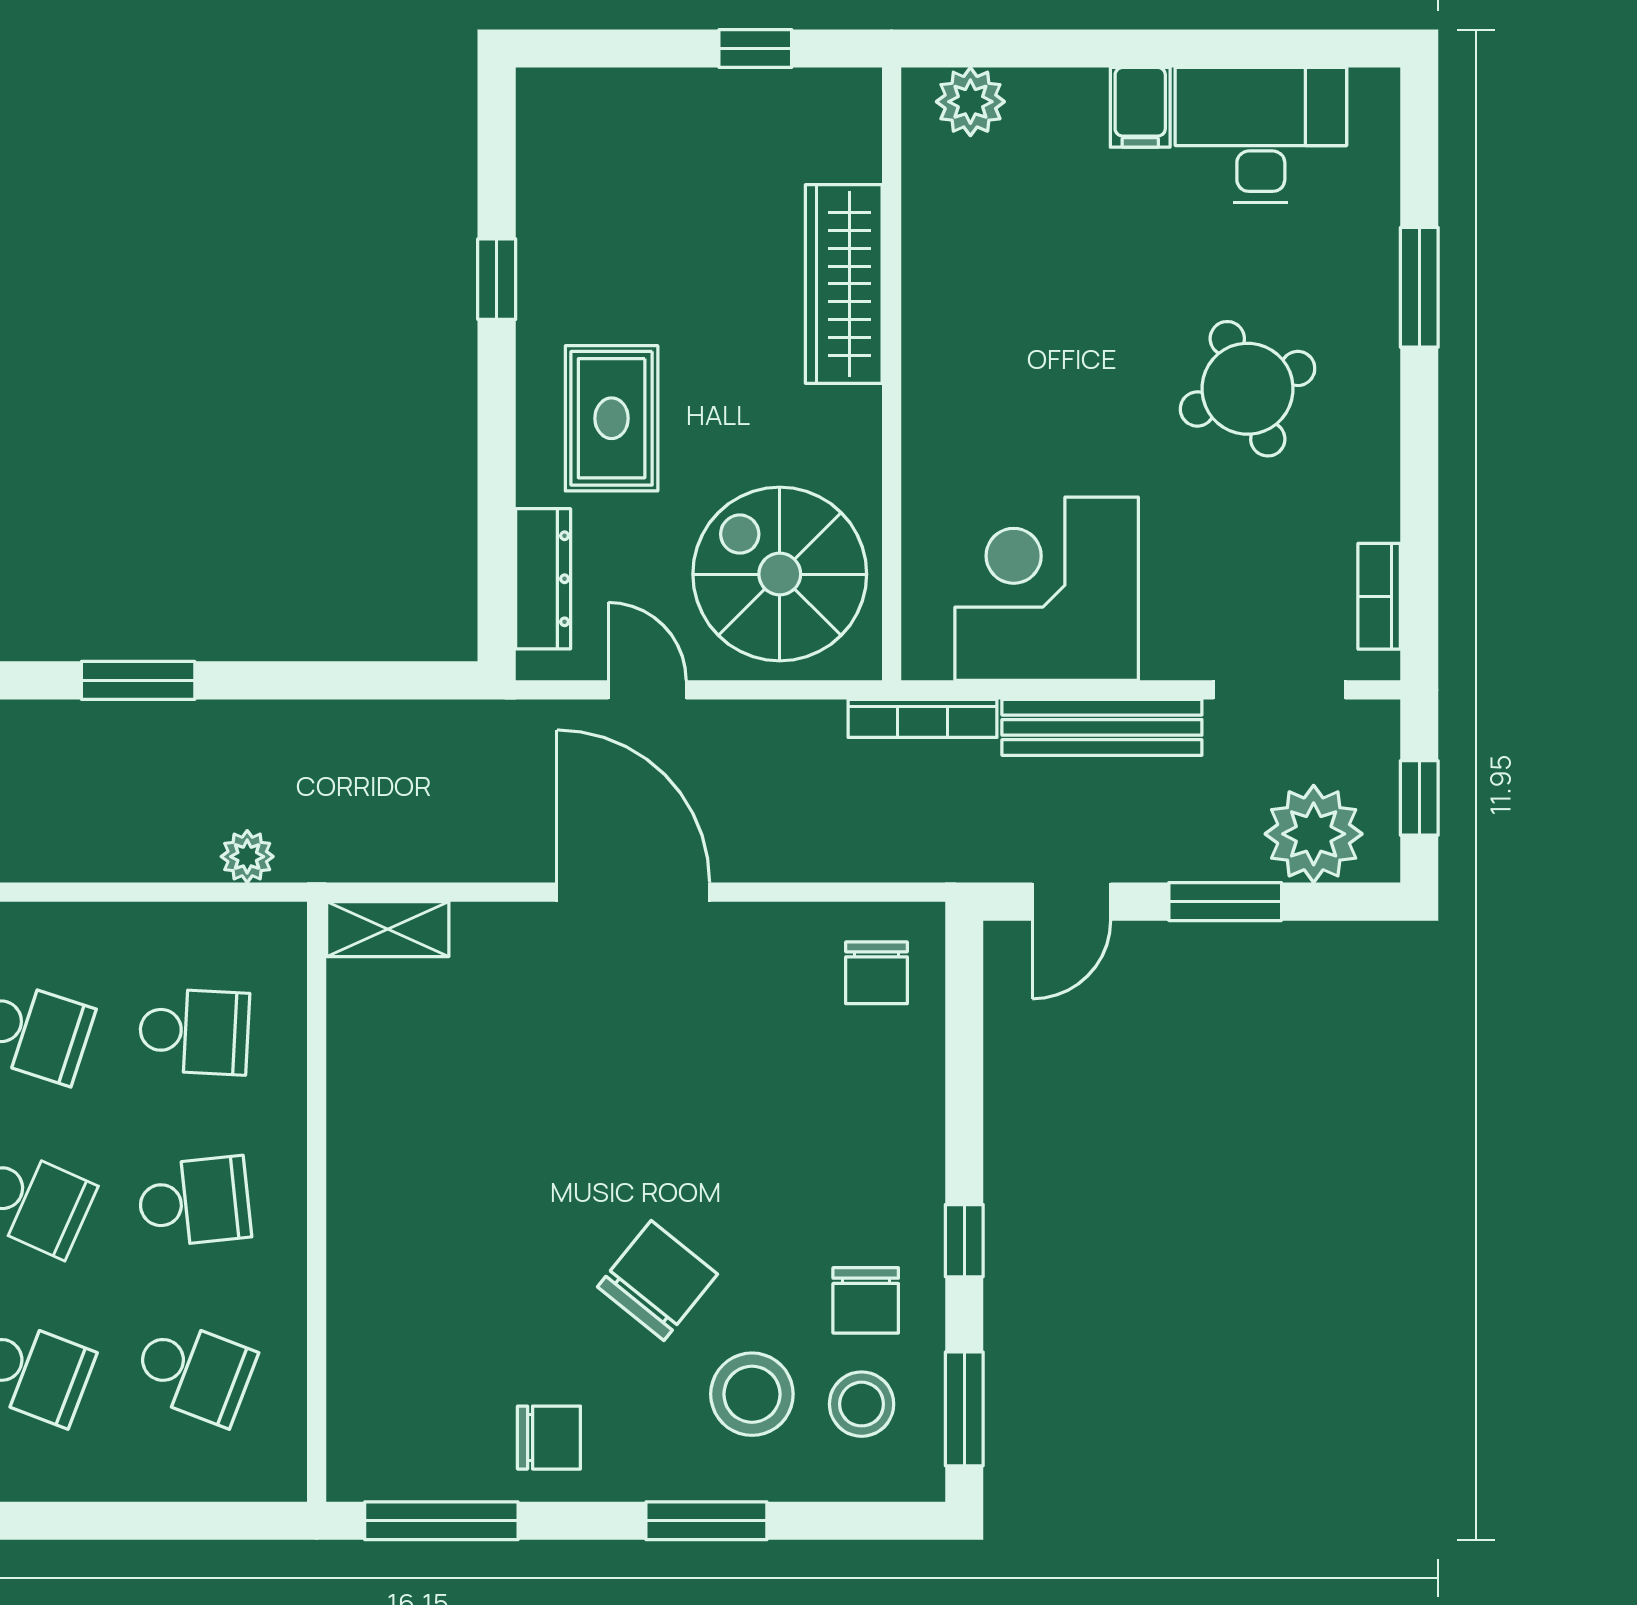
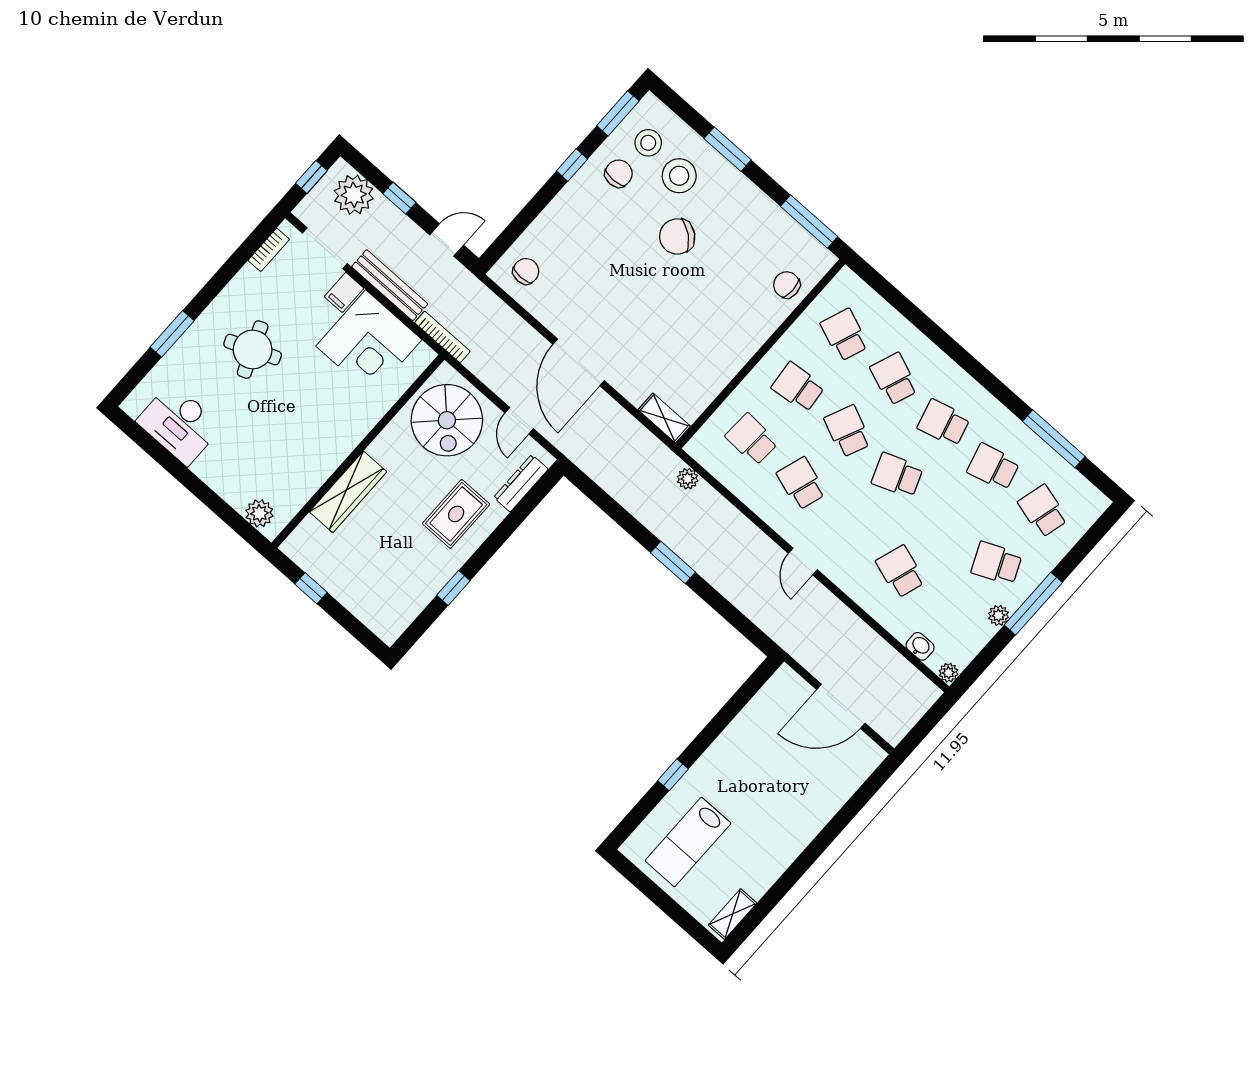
filing cabinet: (1140, 107) -> (344, 292), moved, turned 180
window: (1225, 902) -> (399, 198), width x0.67
chair: (549, 1438) -> (787, 285), moved

